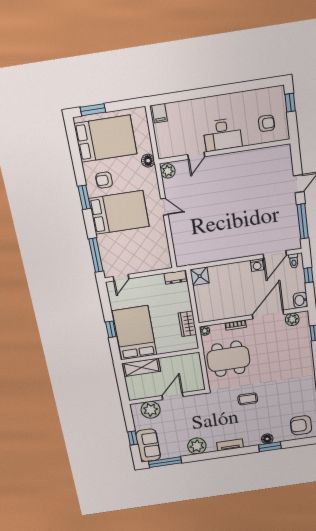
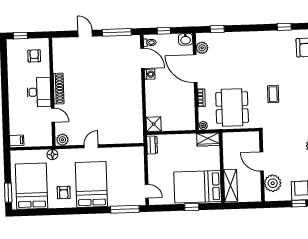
shoe rack: (229, 159) -> (59, 89), added
window: (84, 197) -> (76, 211), removed
wardrobe: (187, 324) -> (208, 139), moved

